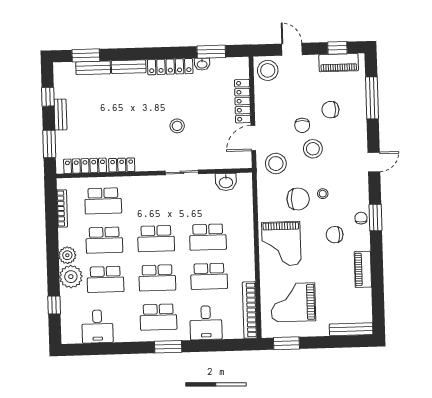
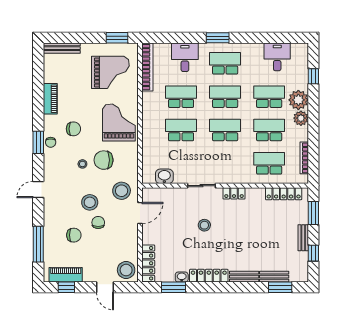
locker: (243, 101) -> (148, 263), moved
locker: (122, 165) -> (234, 193), moved

